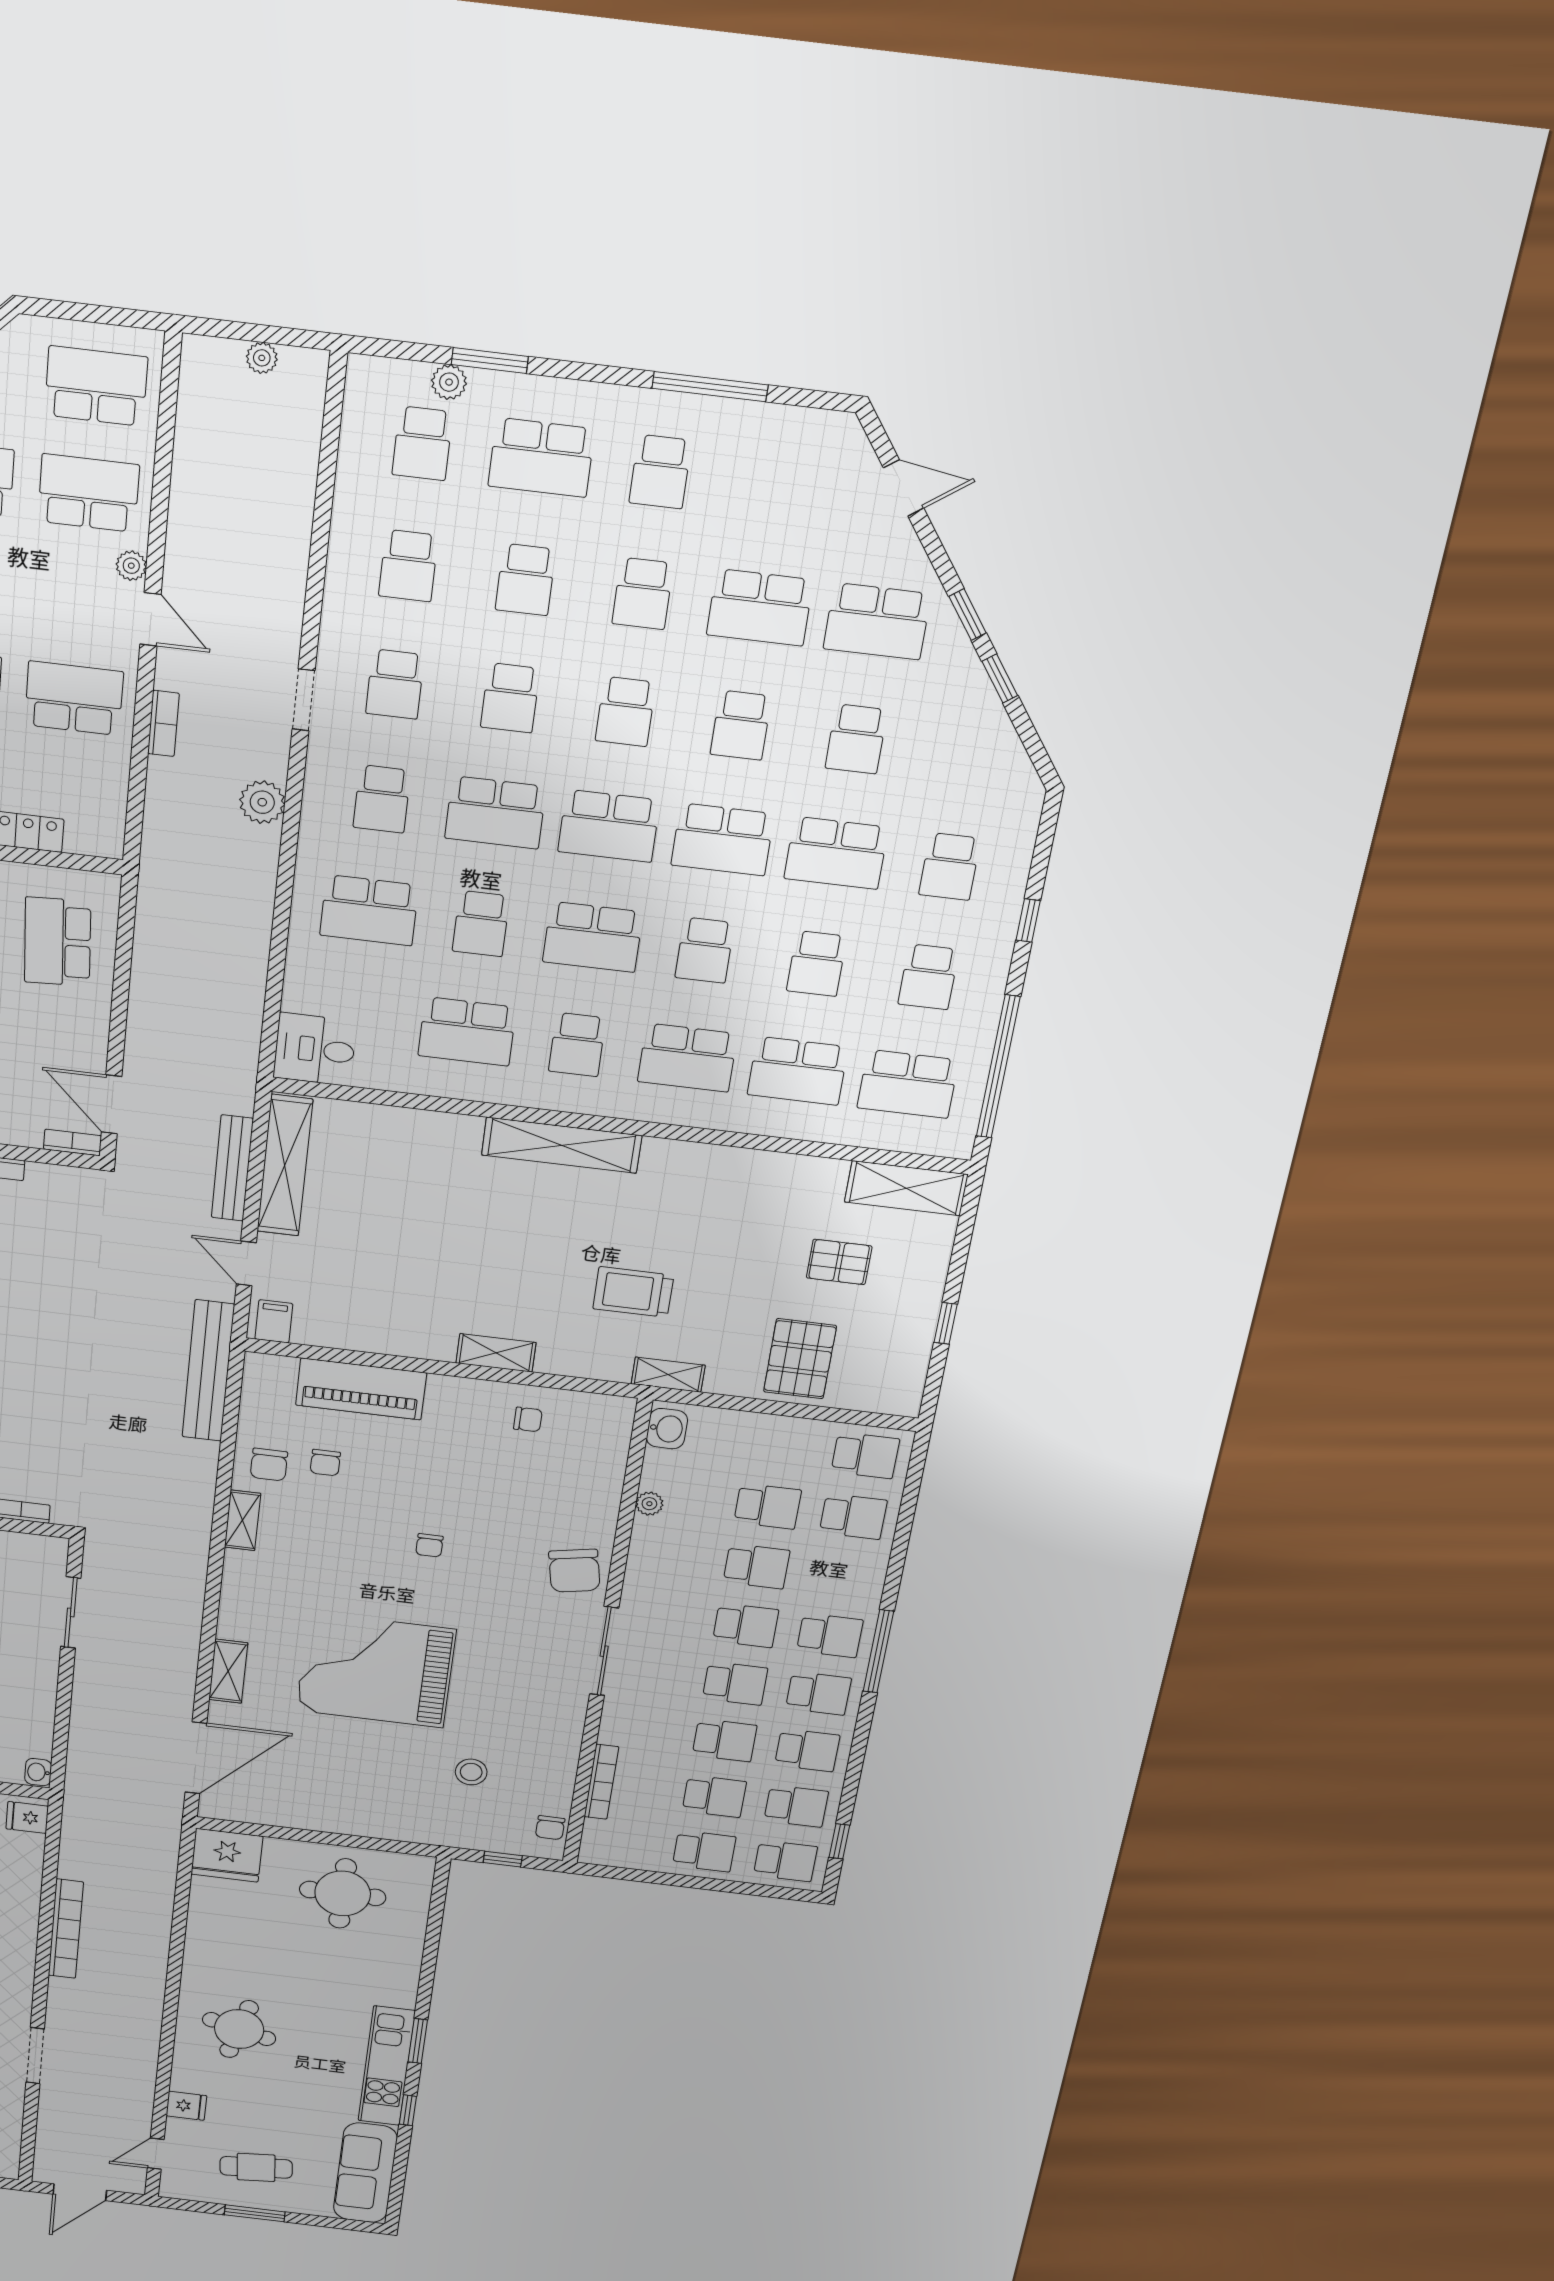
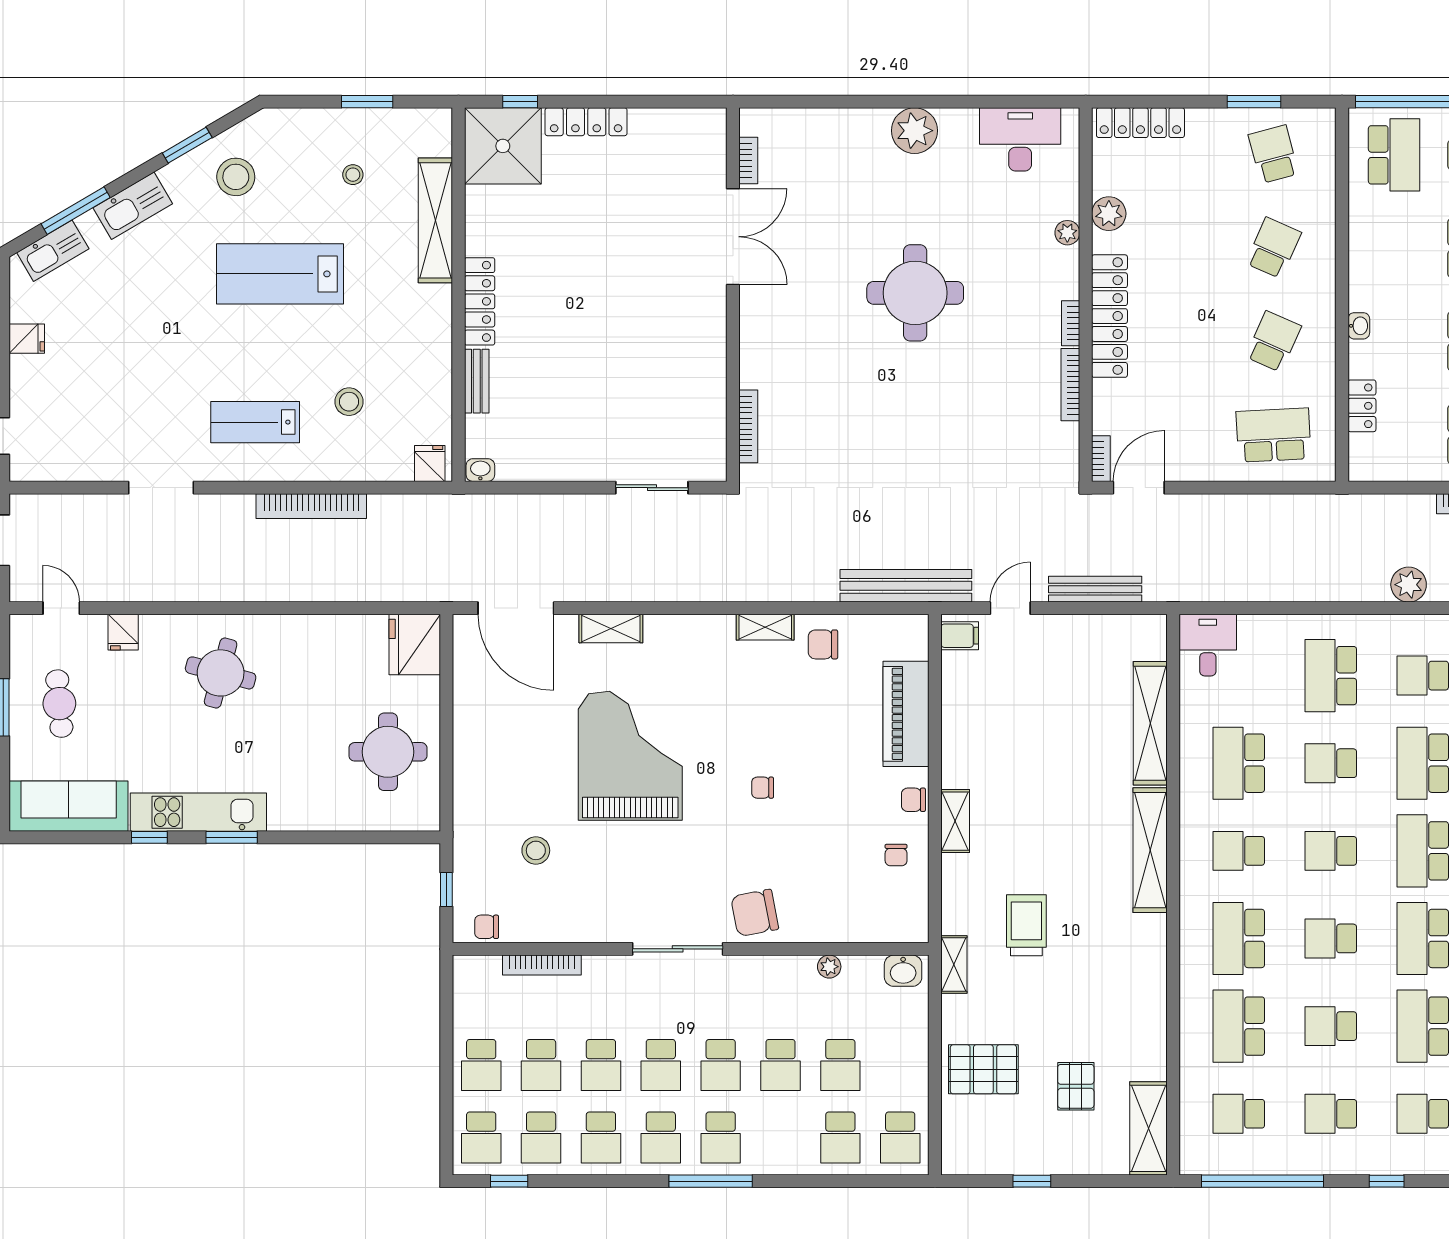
school desk: (593, 937) -> (1331, 851), width x0.54
school desk: (908, 1084) -> (1239, 1114), width x0.54
shelving: (285, 1166) -> (1150, 723), moved, turned 90
chair: (325, 1463) -> (913, 800), moved

